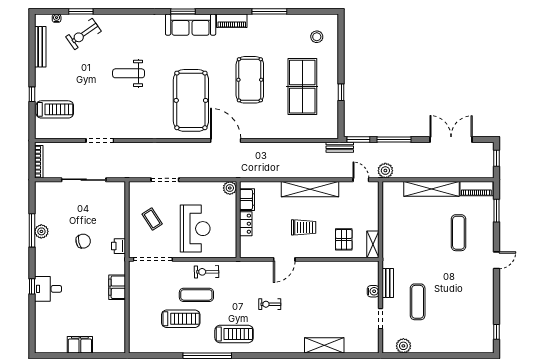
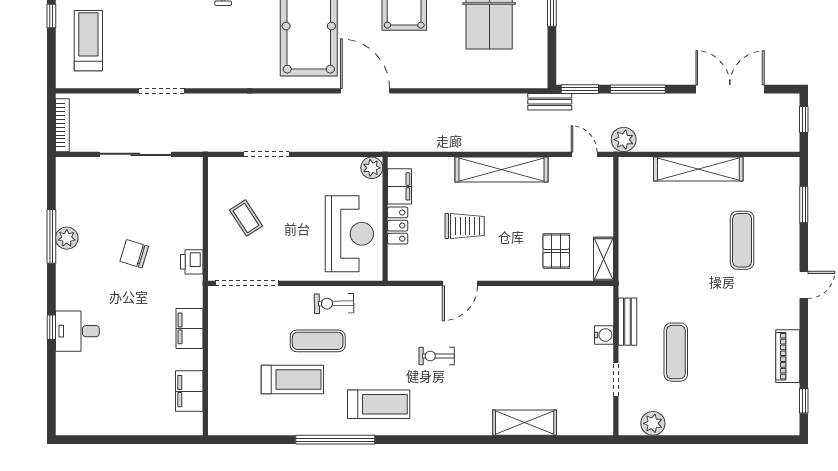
treadmill: (55, 109) -> (88, 41), turned -90
piano: (476, 189) -> (788, 356), moved, turned 90
trolley: (304, 227) -> (465, 226), moved
reception desk: (195, 229) -> (349, 234), moved
chair: (83, 241) -> (134, 254), turned -150
filing cabinet: (80, 345) -> (189, 391), moved, turned -90

